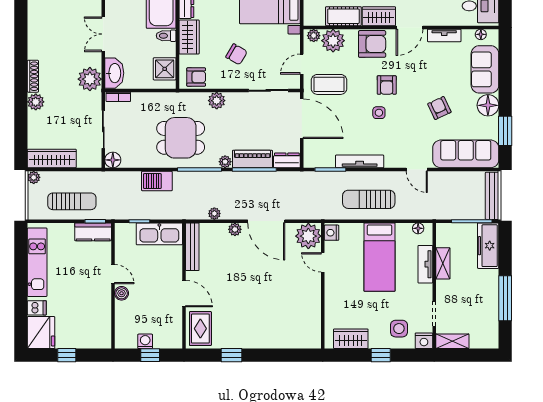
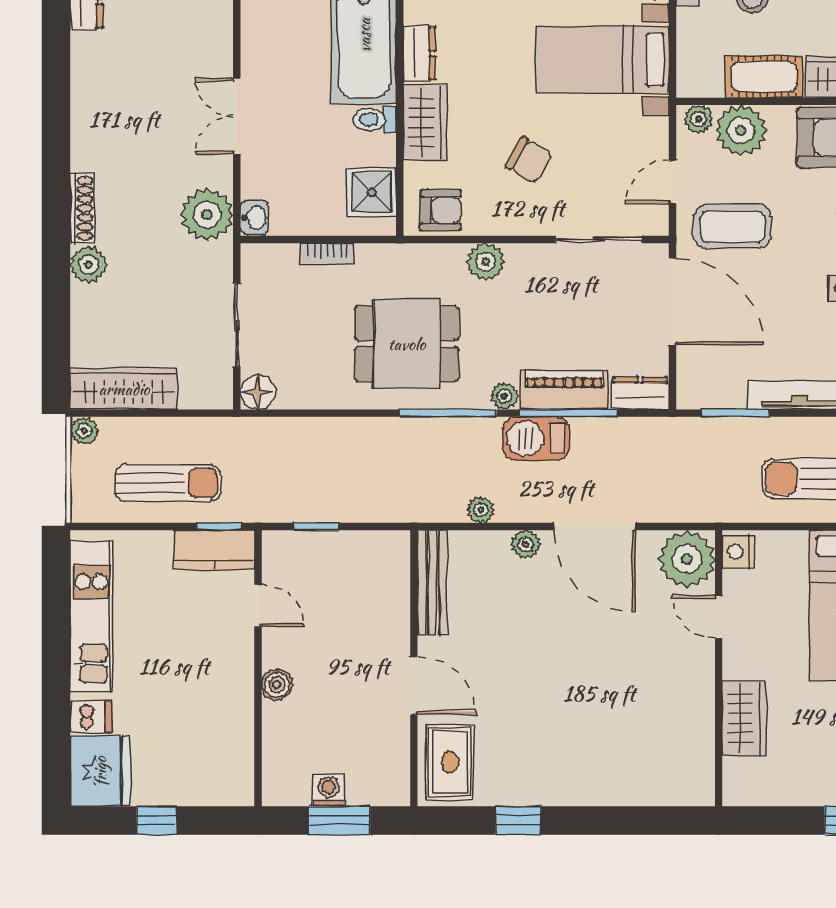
washbasin: (114, 73) -> (254, 217), width x0.52, depth x0.69
bookcase: (118, 97) -> (327, 254), moved
barbecue: (157, 181) -> (536, 438), moved
kitchen sink: (159, 234) -> (360, 554), removed
door: (113, 274) -> (258, 605), moved
wardrobe: (351, 339) -> (744, 718), moved, turned 90
window: (150, 355) -> (340, 821), width x1.50

